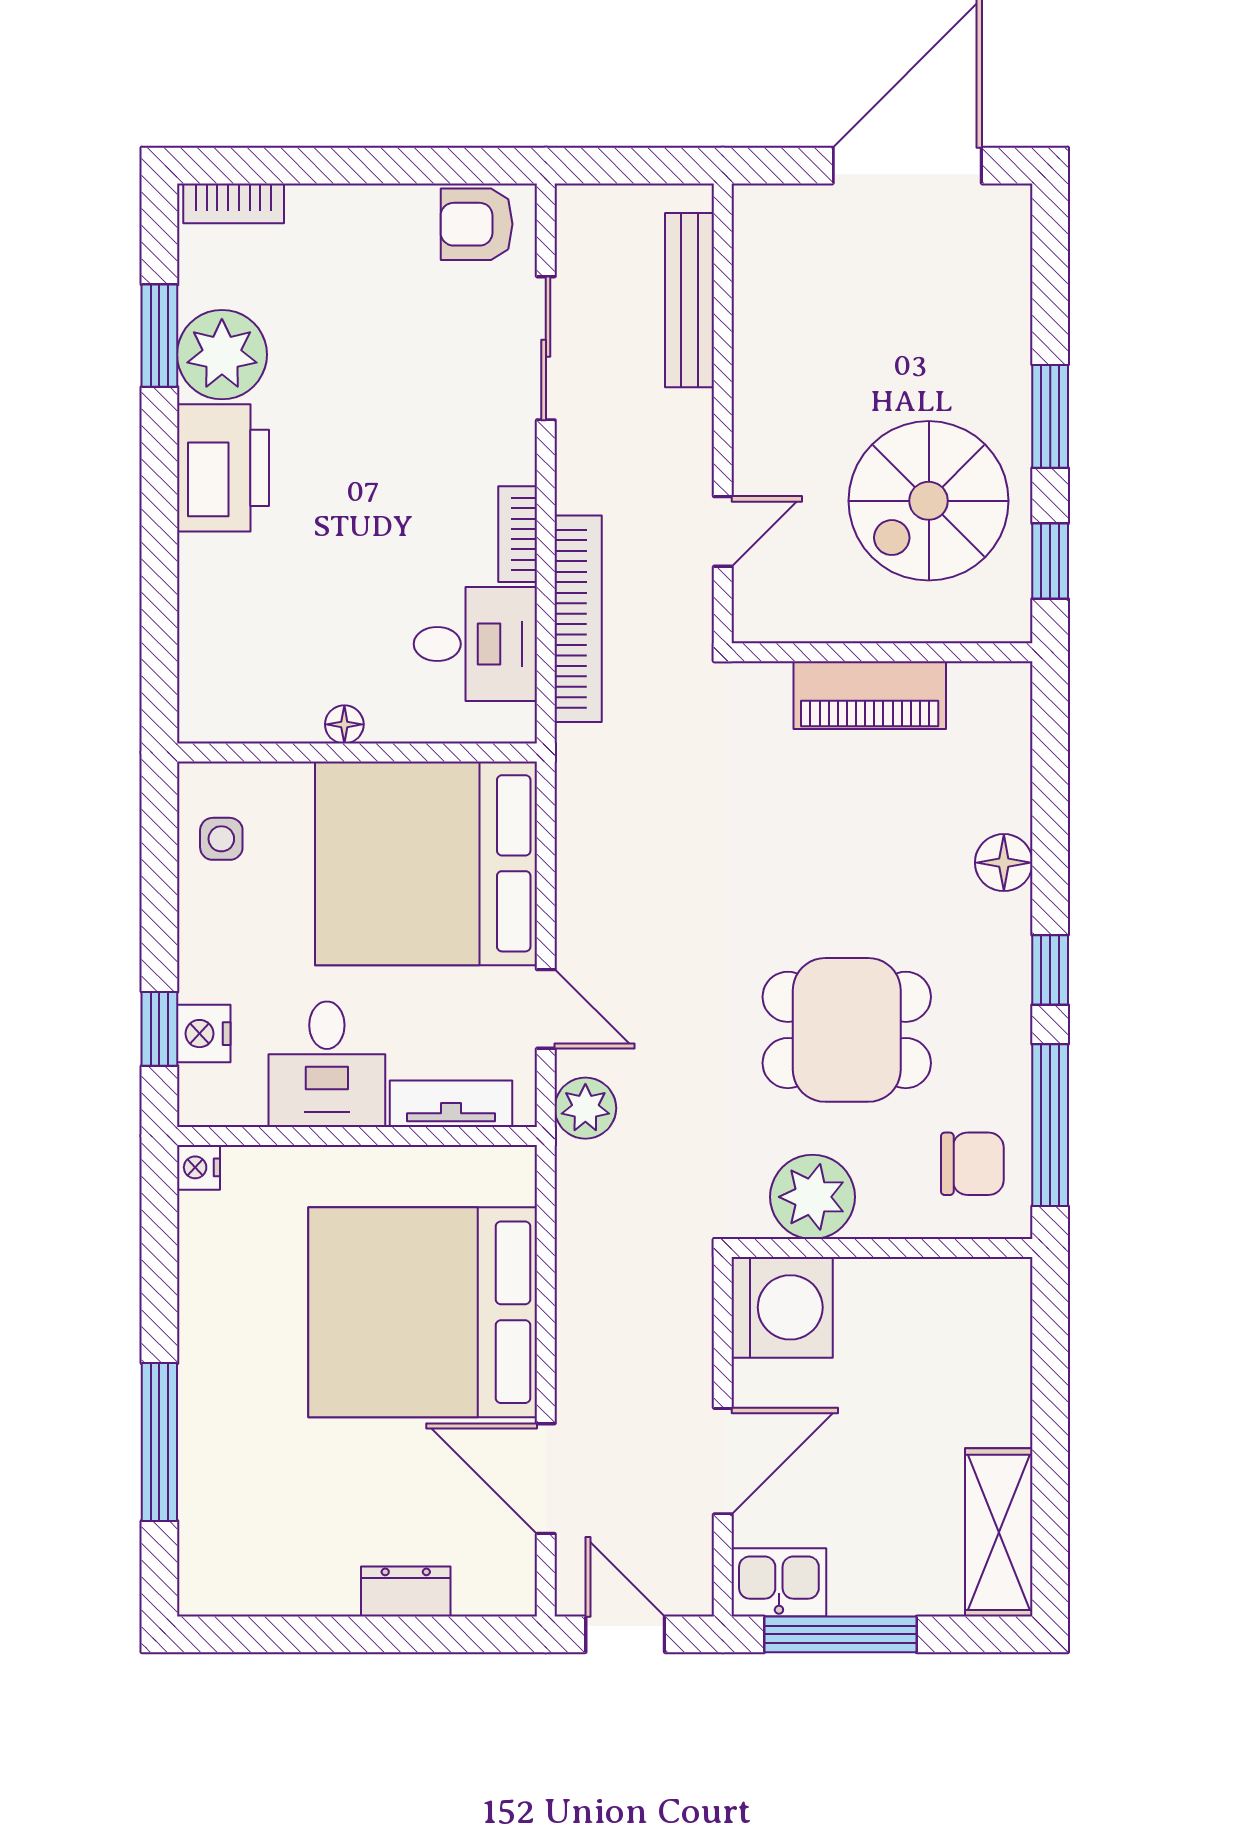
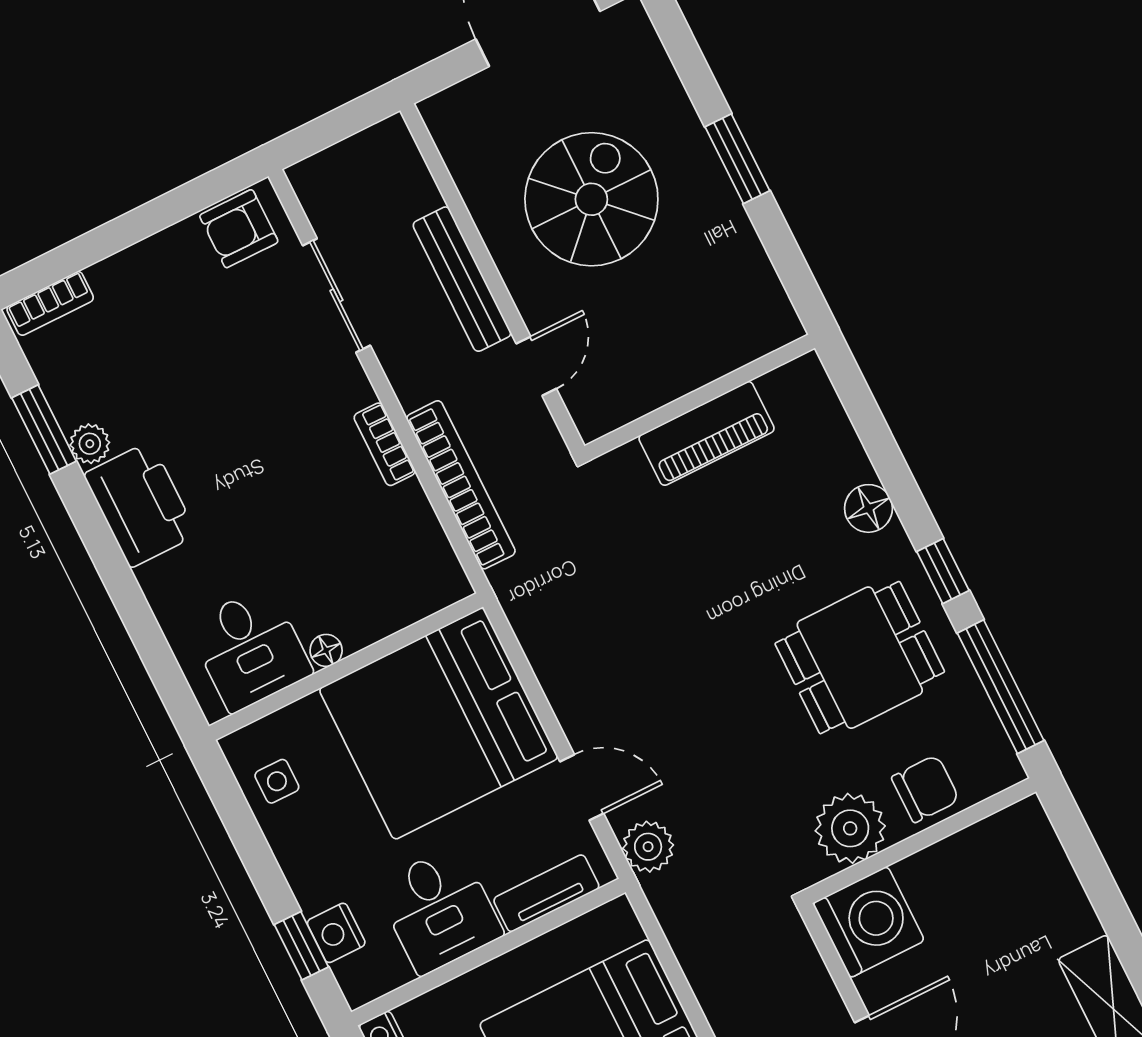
bench: (690, 300) -> (462, 279), moved
plant: (222, 355) -> (90, 444), width x0.53, depth x0.53
spiral stairs: (929, 501) -> (591, 199), moved, turned 180
window: (1050, 561) -> (791, 267), removed
desk: (475, 644) -> (250, 649), moved, turned 90
dining table: (847, 1030) -> (860, 658), moved
chair: (972, 1164) -> (926, 789), moved

